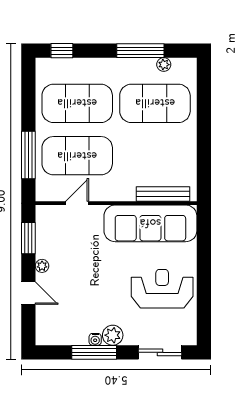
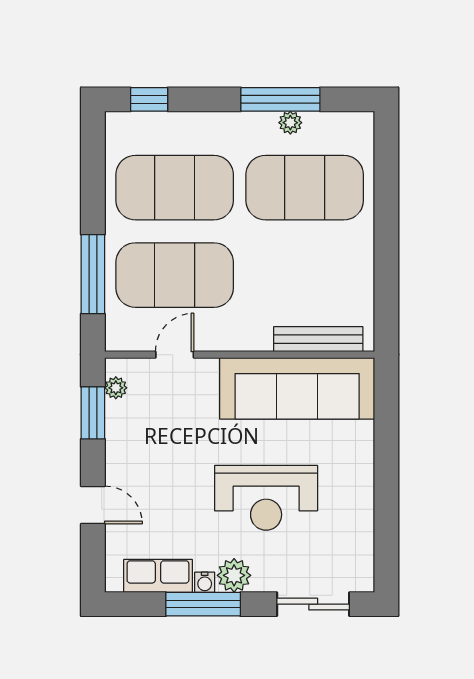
plant: (164, 65) -> (290, 123), moved
plant: (42, 266) -> (116, 388), moved
reception desk: (162, 289) -> (266, 498), moved, turned 180
row of seats: (67, 336) -> (158, 576), added

